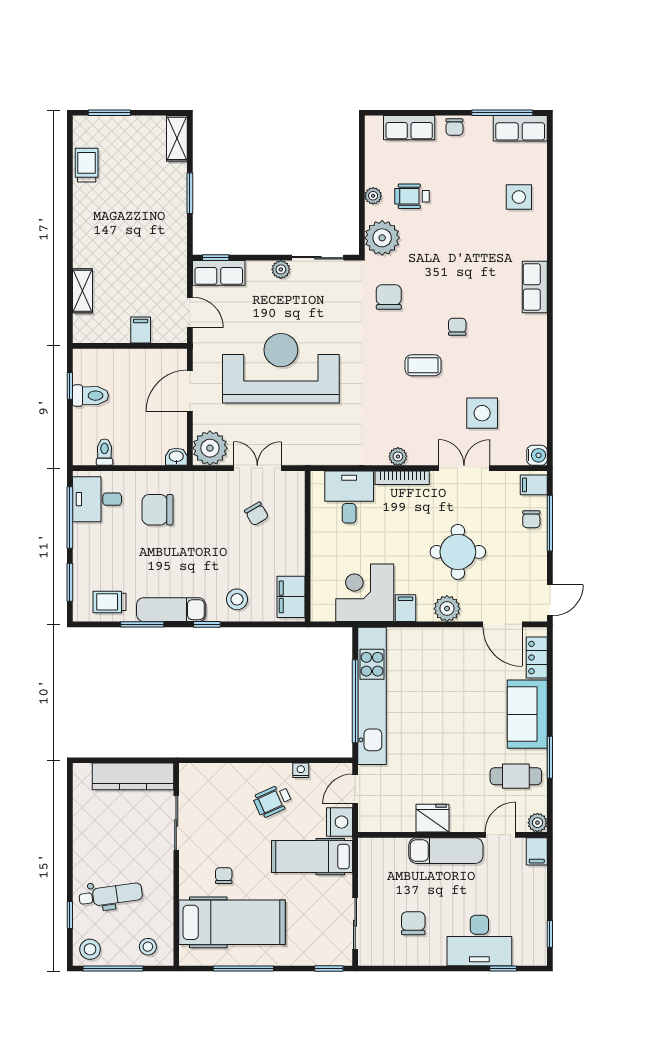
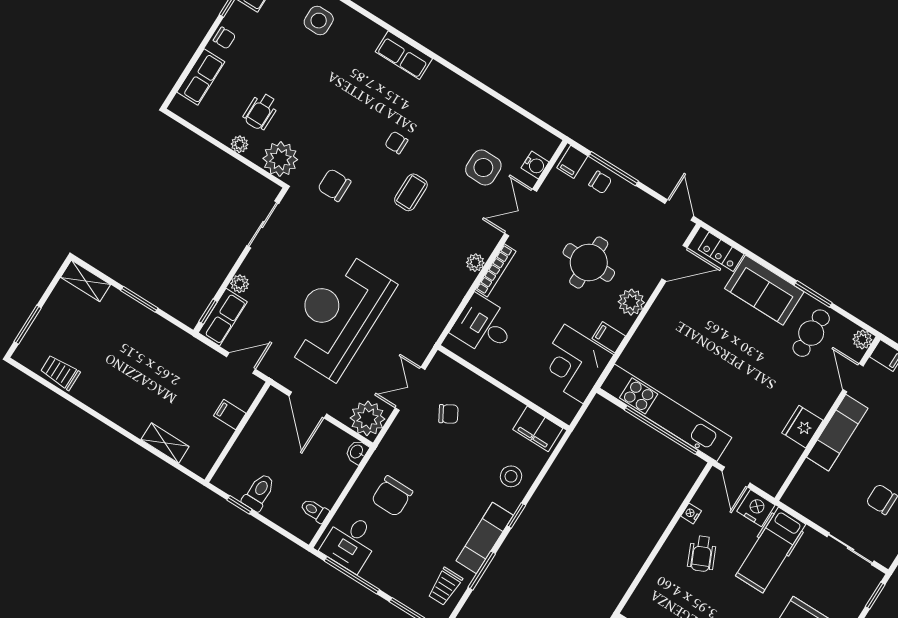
plant: (281, 269) -> (240, 284), moved
water cooler: (537, 455) -> (535, 165), moved, turned 90

